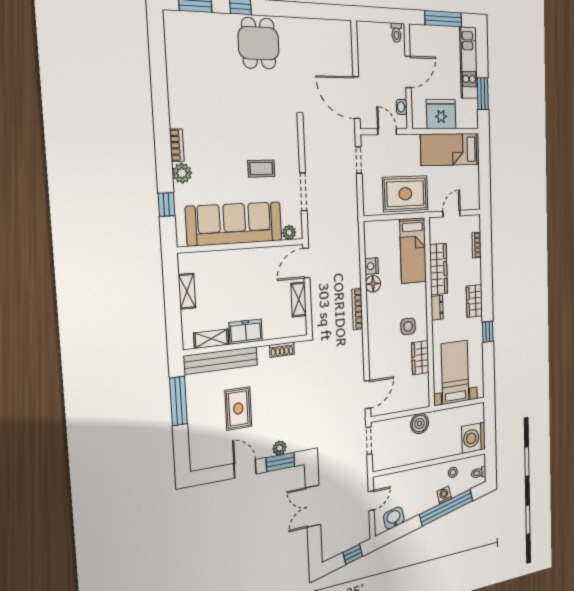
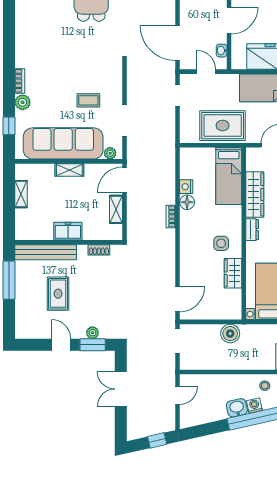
bookcase: (357, 309) -> (171, 216), width x0.64
shelving: (211, 339) -> (69, 170), moved
washbasin: (394, 518) -> (237, 408), moved

